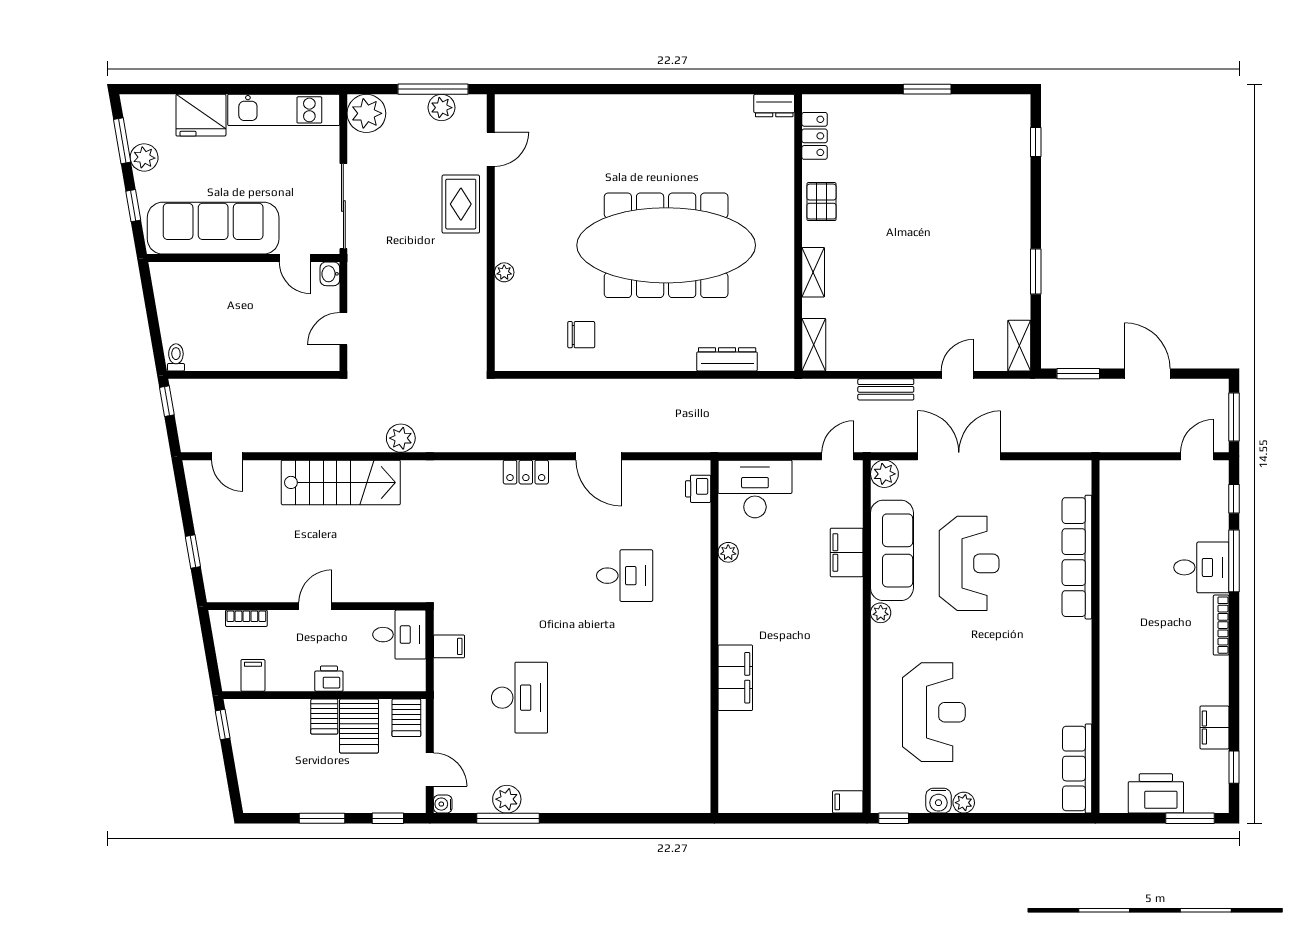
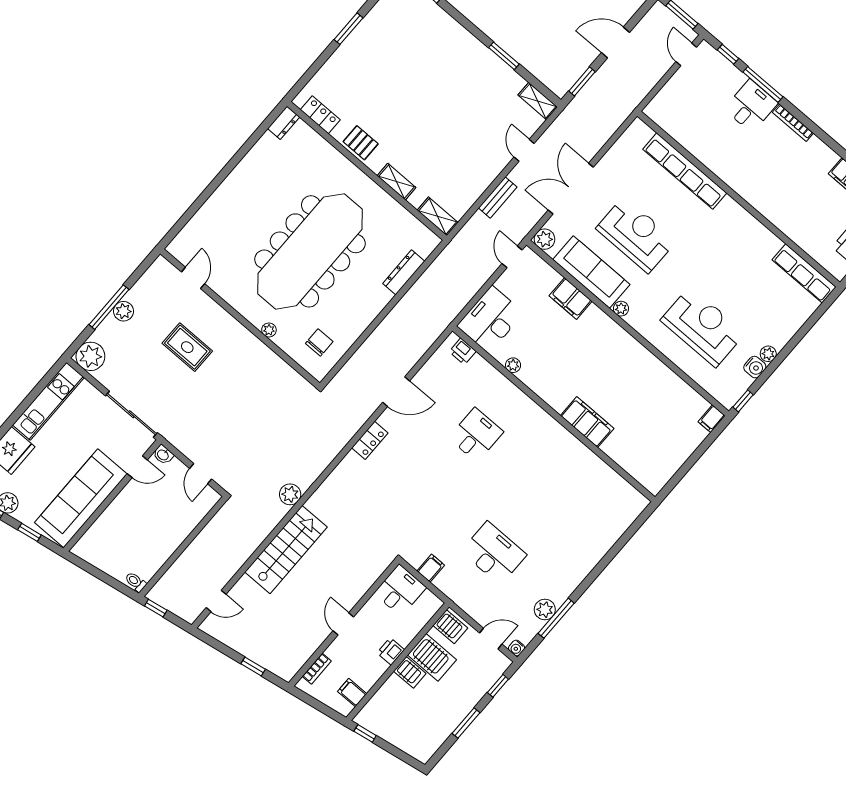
door: (491, 149) -> (193, 278), moved
wall: (491, 233) -> (240, 318), moved
plant: (504, 272) -> (269, 330), moved

